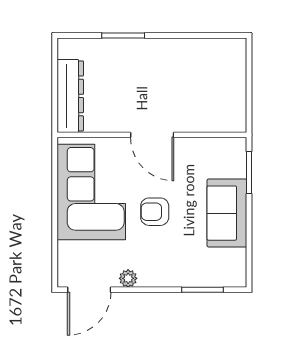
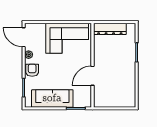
door: (152, 135) -> (92, 76), moved
armchair: (155, 212) -> (32, 70), moved
sofa: (227, 213) -> (52, 98), width x1.36

